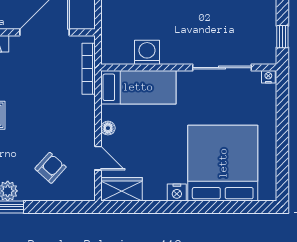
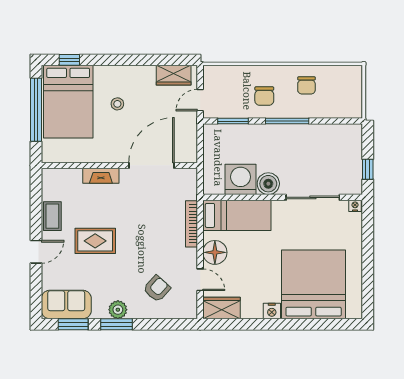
washing machine: (147, 52) -> (241, 179), width x1.37, depth x1.37
boiler: (173, 52) -> (268, 184), added
bookcase: (89, 69) -> (191, 224), moved
floor lamp: (108, 128) -> (215, 252), width x1.89, depth x1.89

